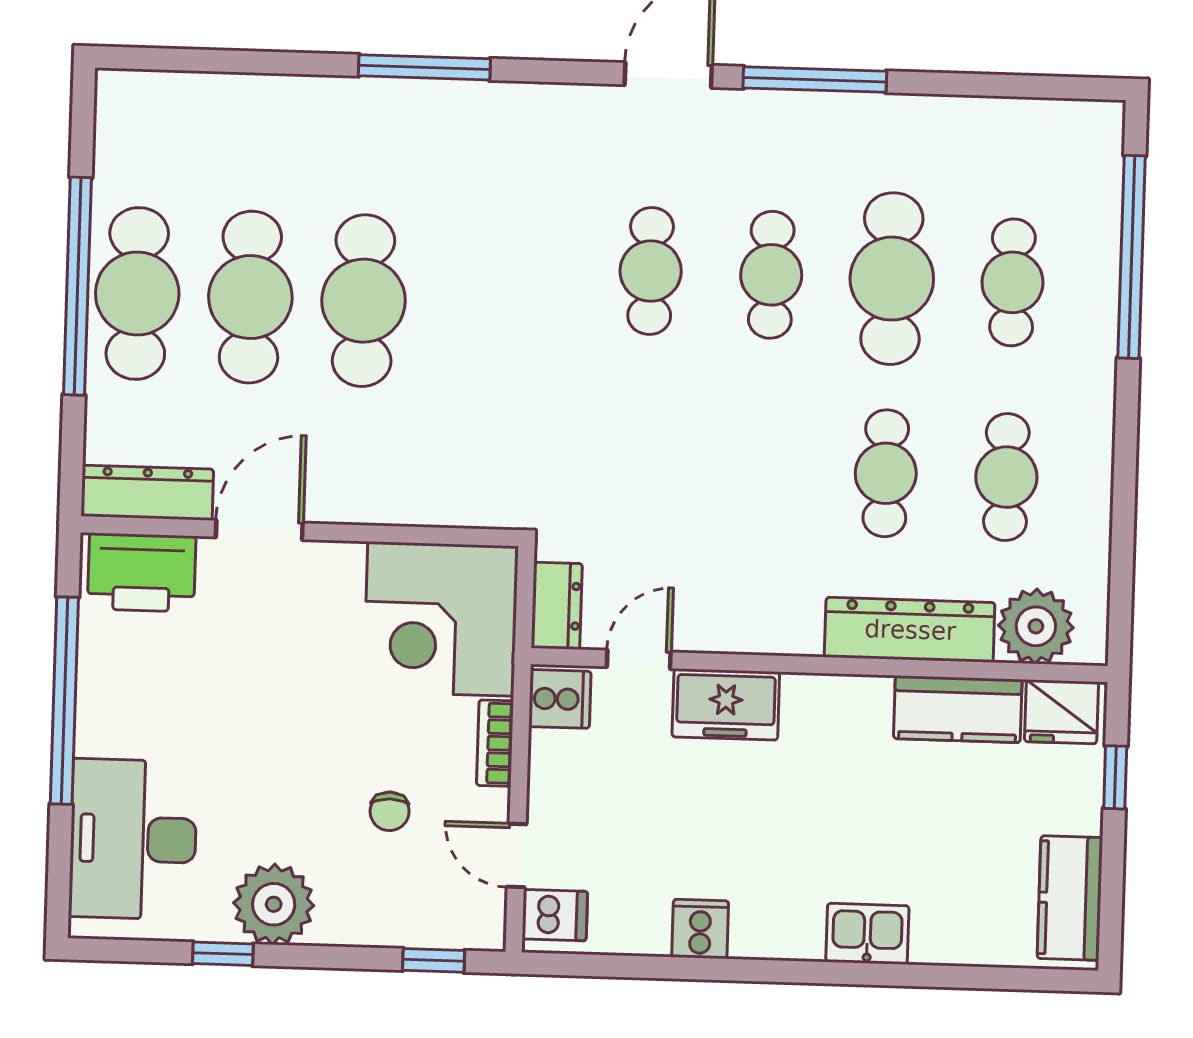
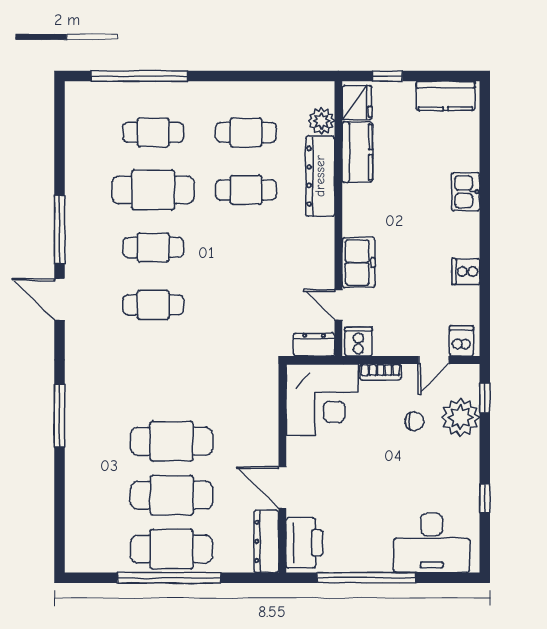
plant: (1036, 626) -> (321, 121), width x0.73, depth x0.73
plant: (274, 904) -> (460, 417), moved

